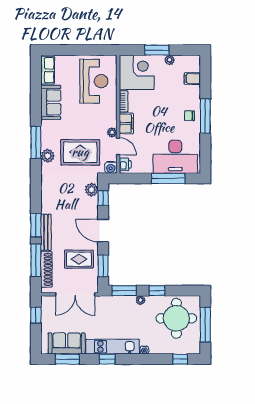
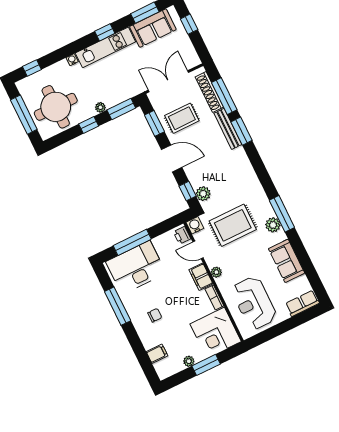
row of seats: (48, 70) -> (302, 303), moved, turned 90
chair: (189, 116) -> (155, 315), moved
window: (205, 116) -> (118, 306), moved
plant: (112, 132) -> (216, 272), moved
plant: (48, 156) -> (273, 225), moved
window: (36, 315) -> (189, 24), moved

